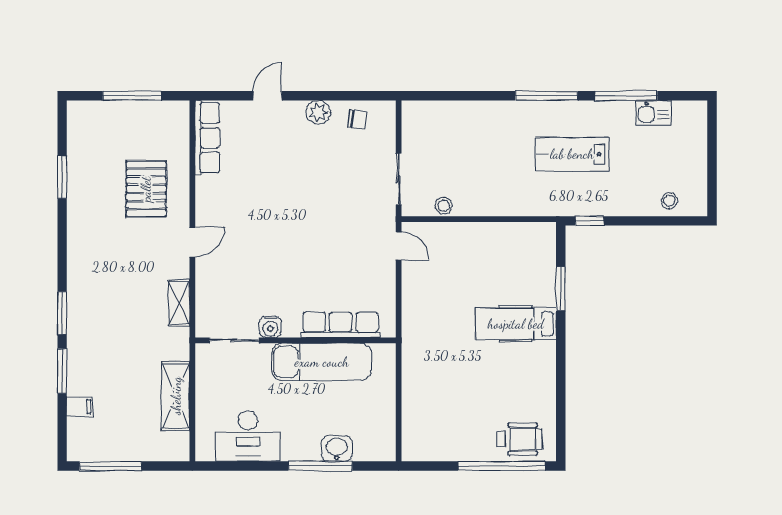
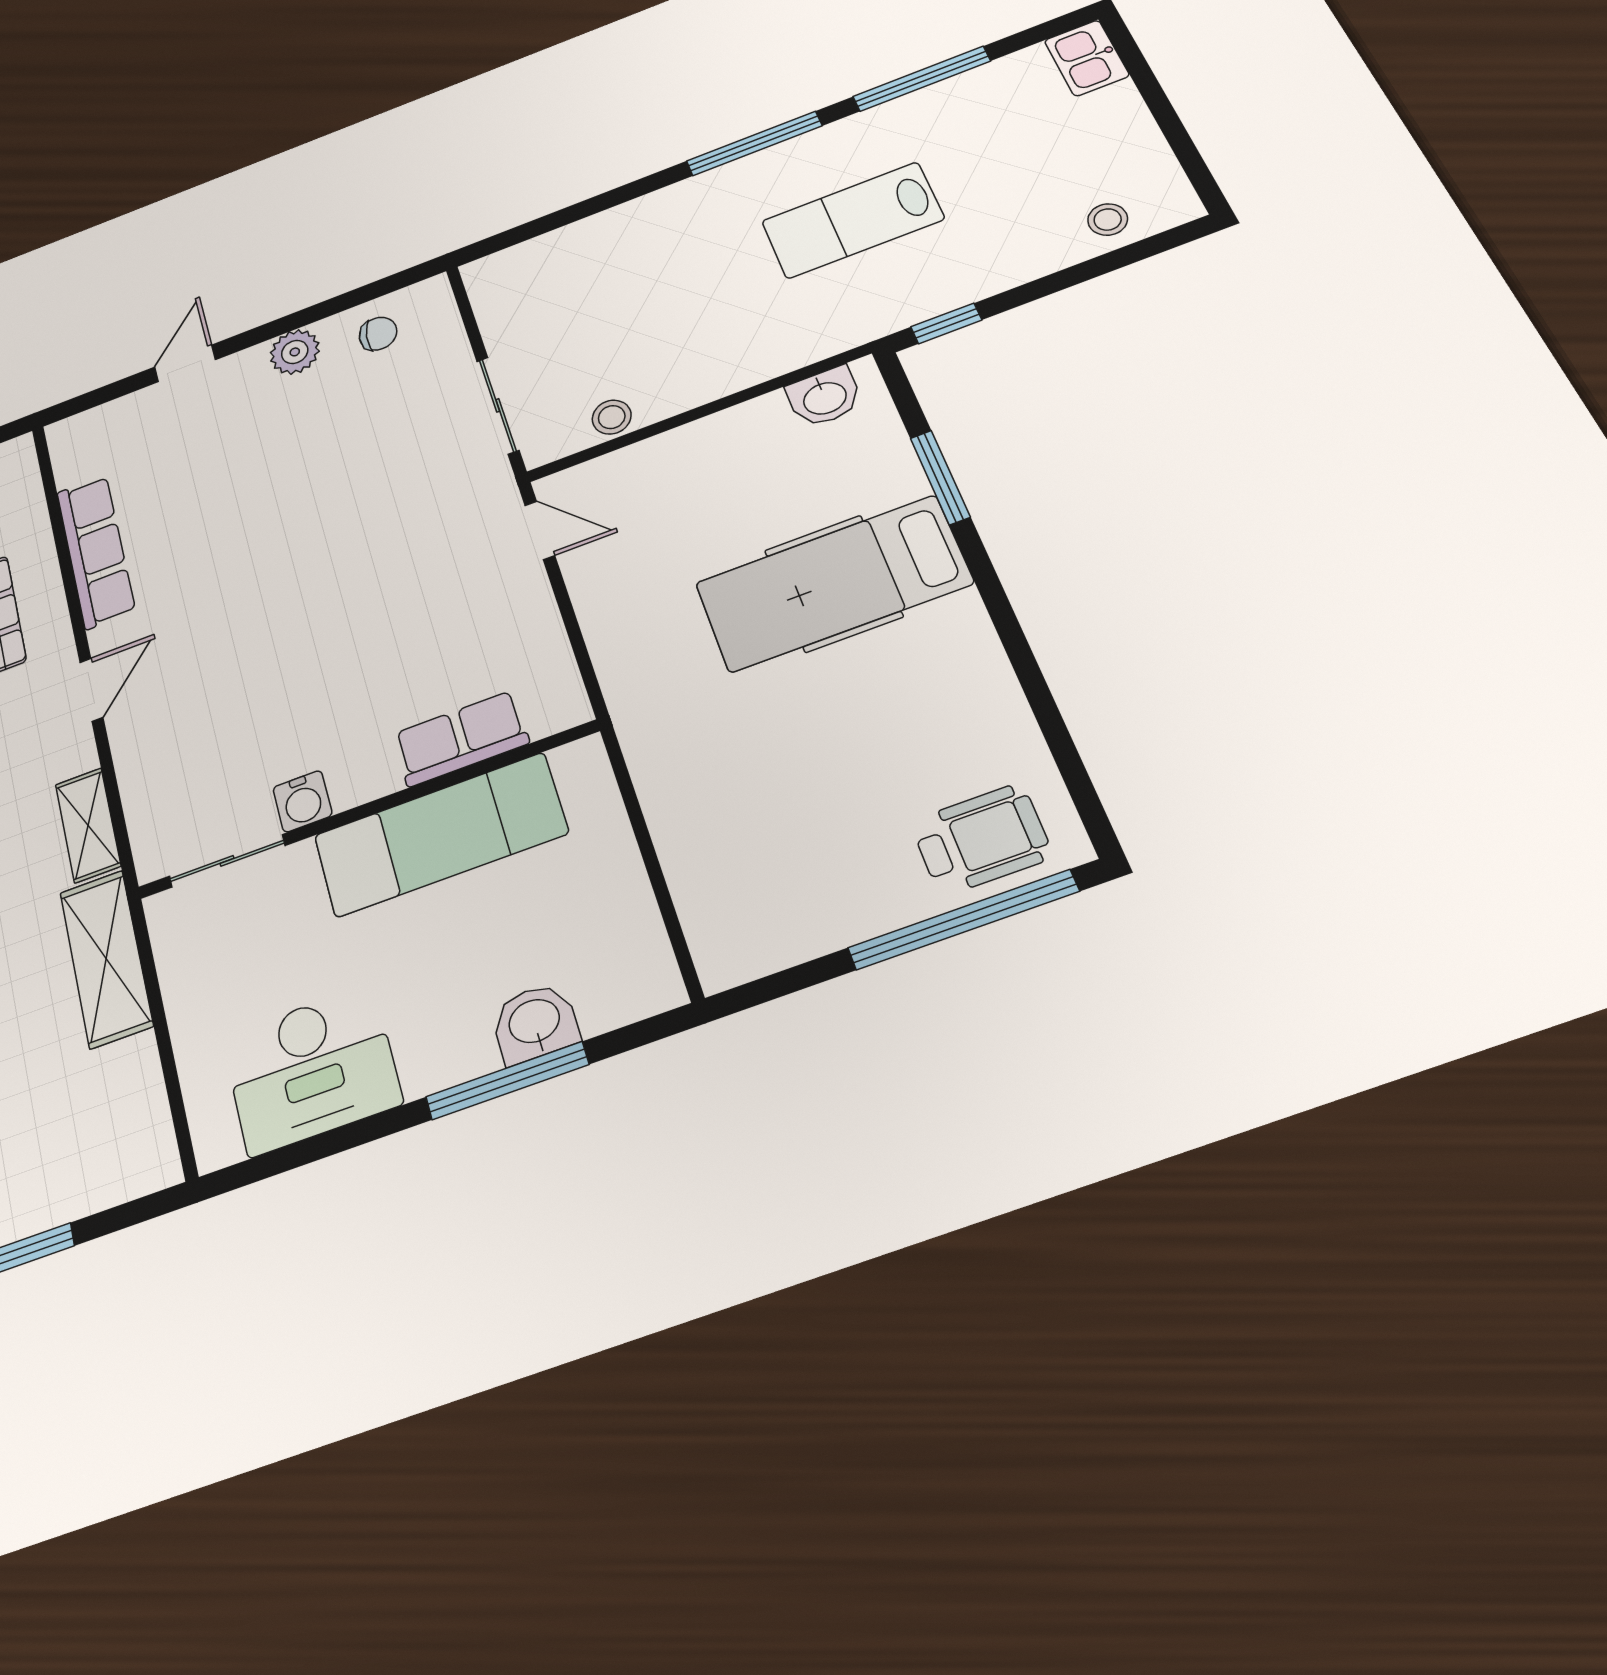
kitchen sink: (654, 113) -> (1087, 58), moved, turned 90
row of seats: (207, 138) -> (96, 551), moved
washbasin: (531, 234) -> (824, 397), added
hospital bed: (516, 324) -> (833, 583), width x1.37, depth x1.29
row of seats: (341, 325) -> (461, 739), width x0.68
shelving: (176, 396) -> (106, 959), moved

